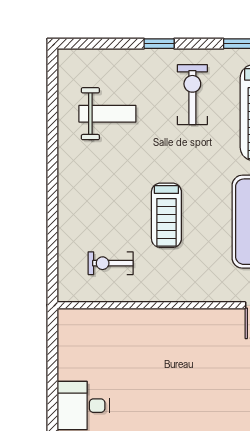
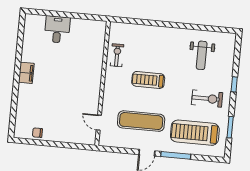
exercise bike: (111, 263) -> (117, 55), moved

